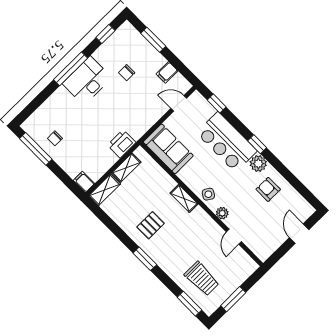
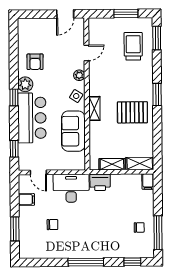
window: (105, 34) -> (132, 262), moved
desk: (87, 81) -> (71, 188), moved, turned 180
sofa: (168, 149) -> (73, 131), moved
pallet: (151, 225) -> (132, 112), width x1.50, depth x1.42
door: (299, 234) -> (65, 14), moved

